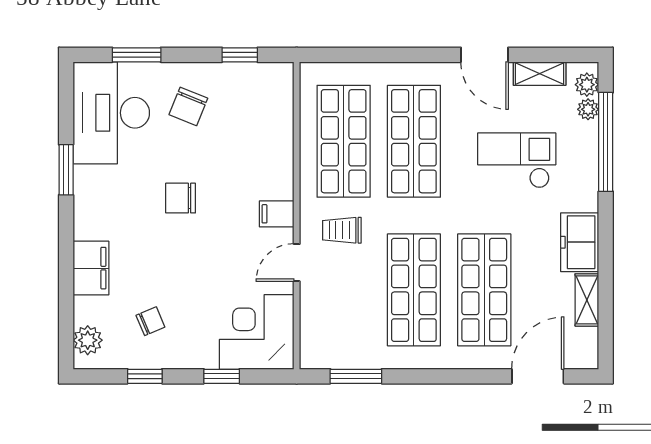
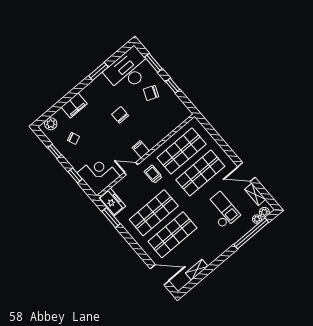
window: (240, 55) -> (173, 86), moved
door: (485, 55) -> (246, 172), hinge flipped
freezer: (580, 242) -> (112, 202), moved, turned 90

